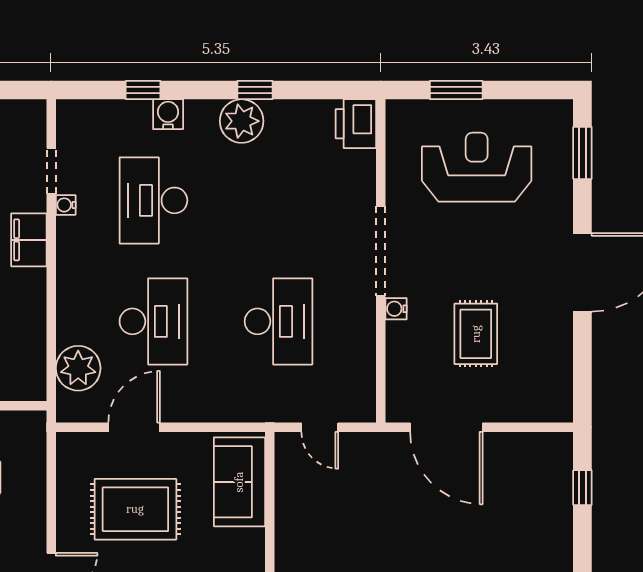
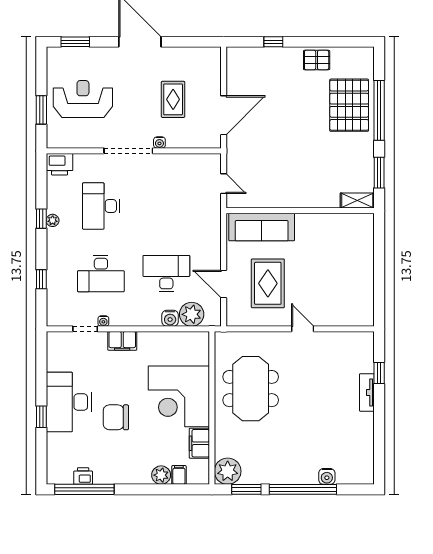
water cooler: (168, 114) -> (170, 318), moved, turned -90
plant: (242, 121) -> (53, 220), width x0.53, depth x0.53
reception desk: (477, 167) -> (83, 99), turned 90
desk: (278, 321) -> (101, 206), moved, turned -90
rug: (476, 334) -> (173, 99), turned 90
door: (320, 427) -> (224, 184), hinge flipped
sofa: (239, 482) -> (262, 227), width x1.36
window: (582, 488) -> (273, 42), moved

